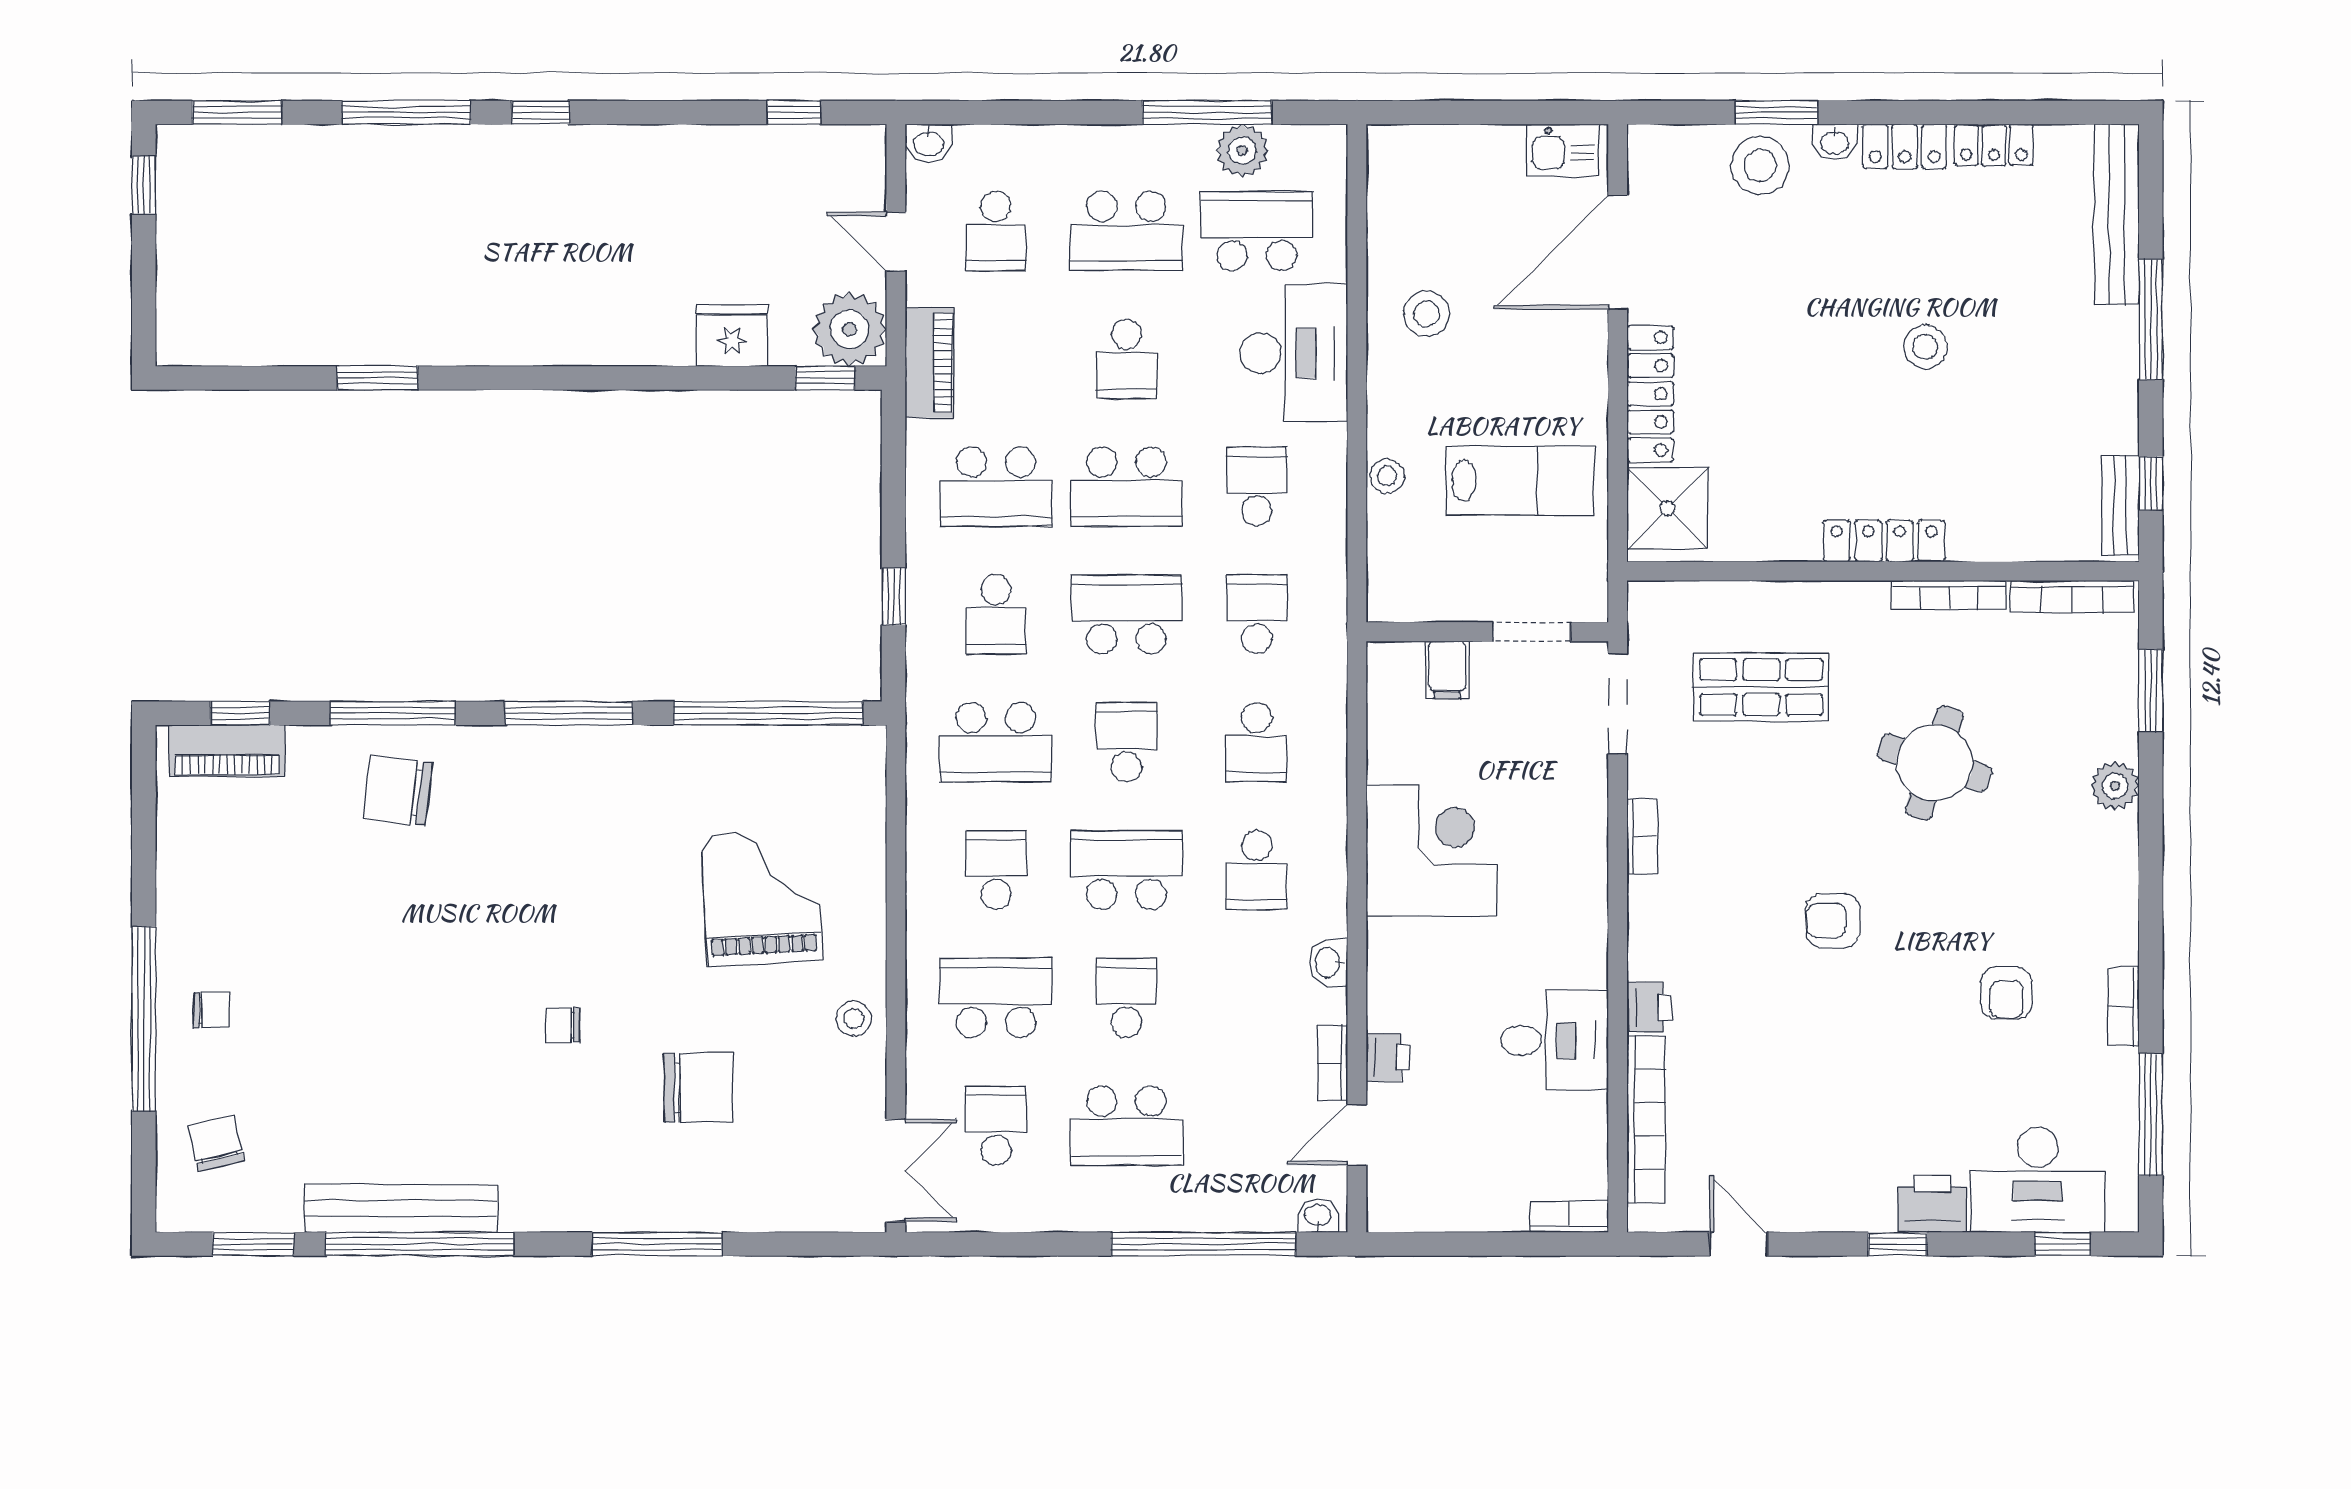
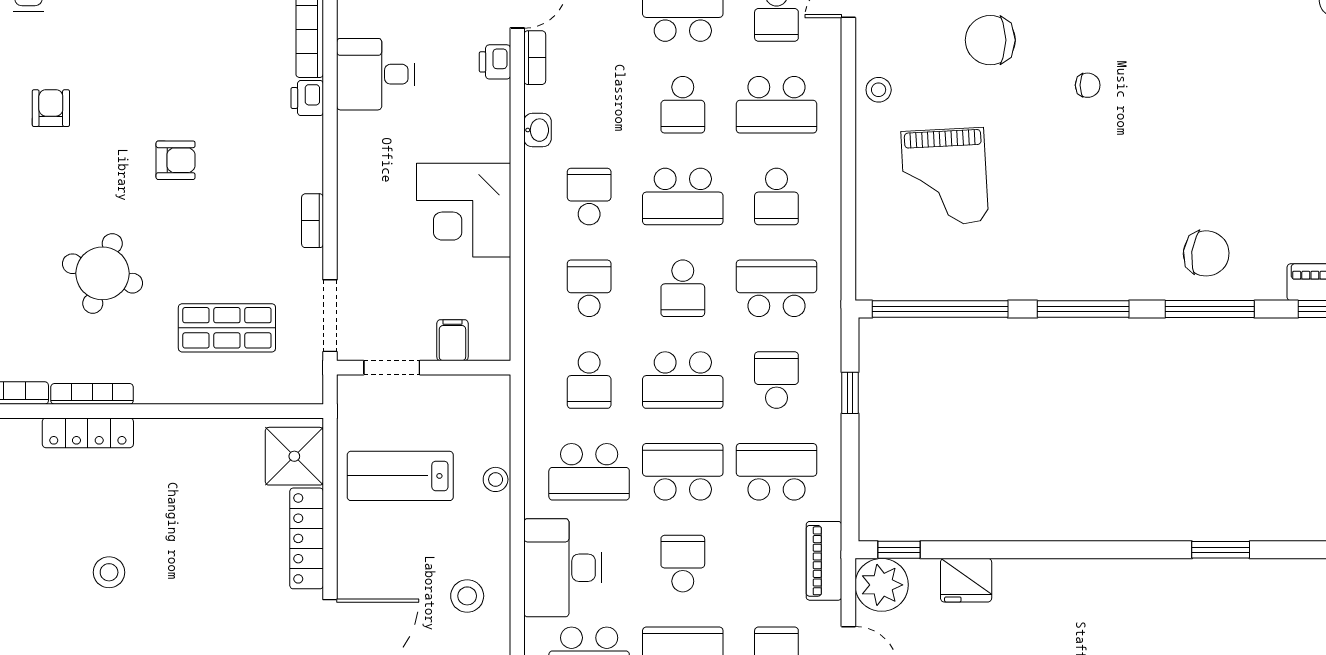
school desk: (1257, 487) -> (589, 472), width x1.85
locker: (1884, 541) -> (88, 433), moved

